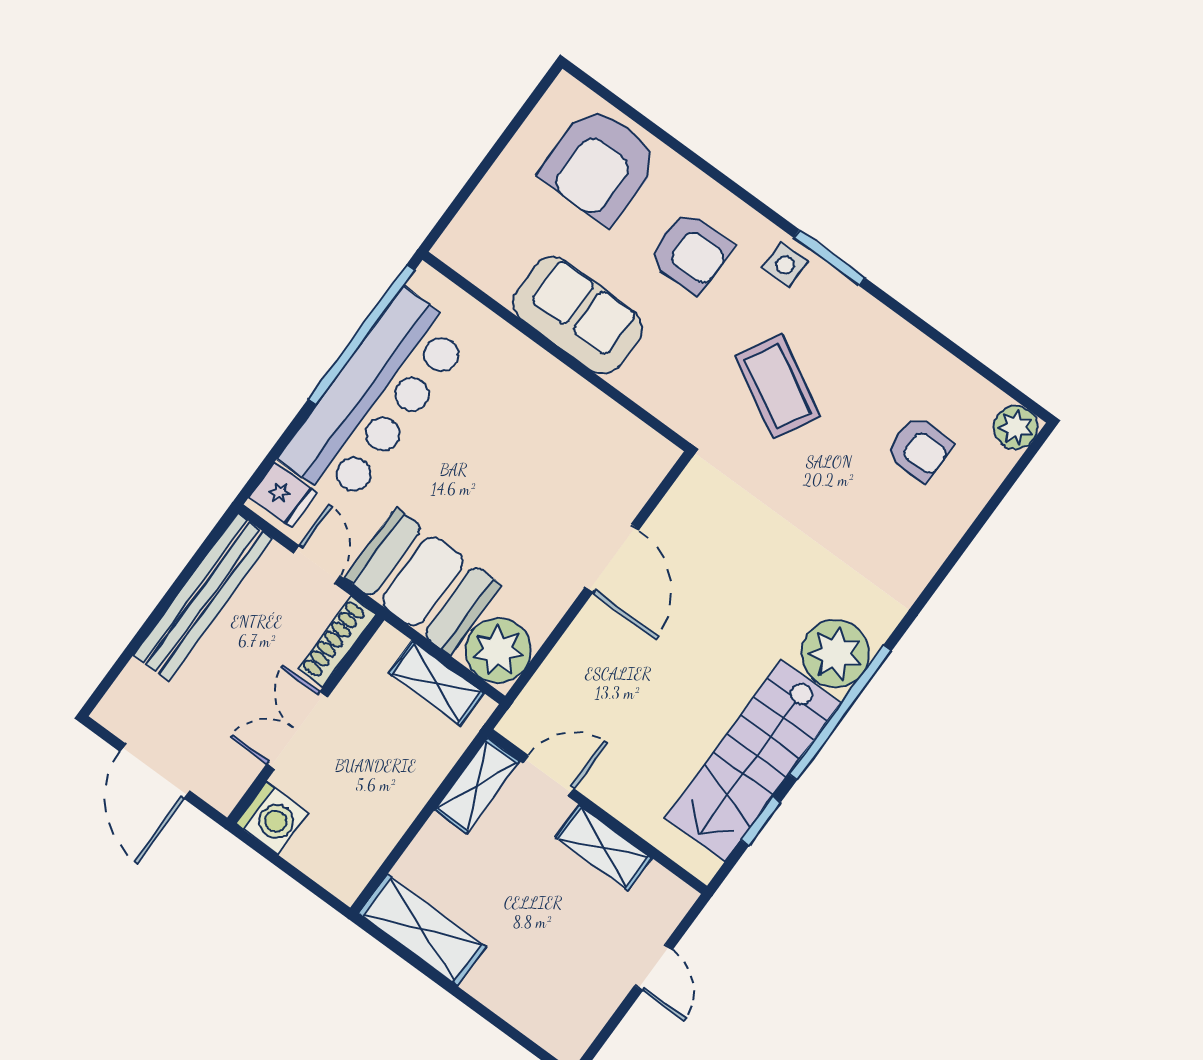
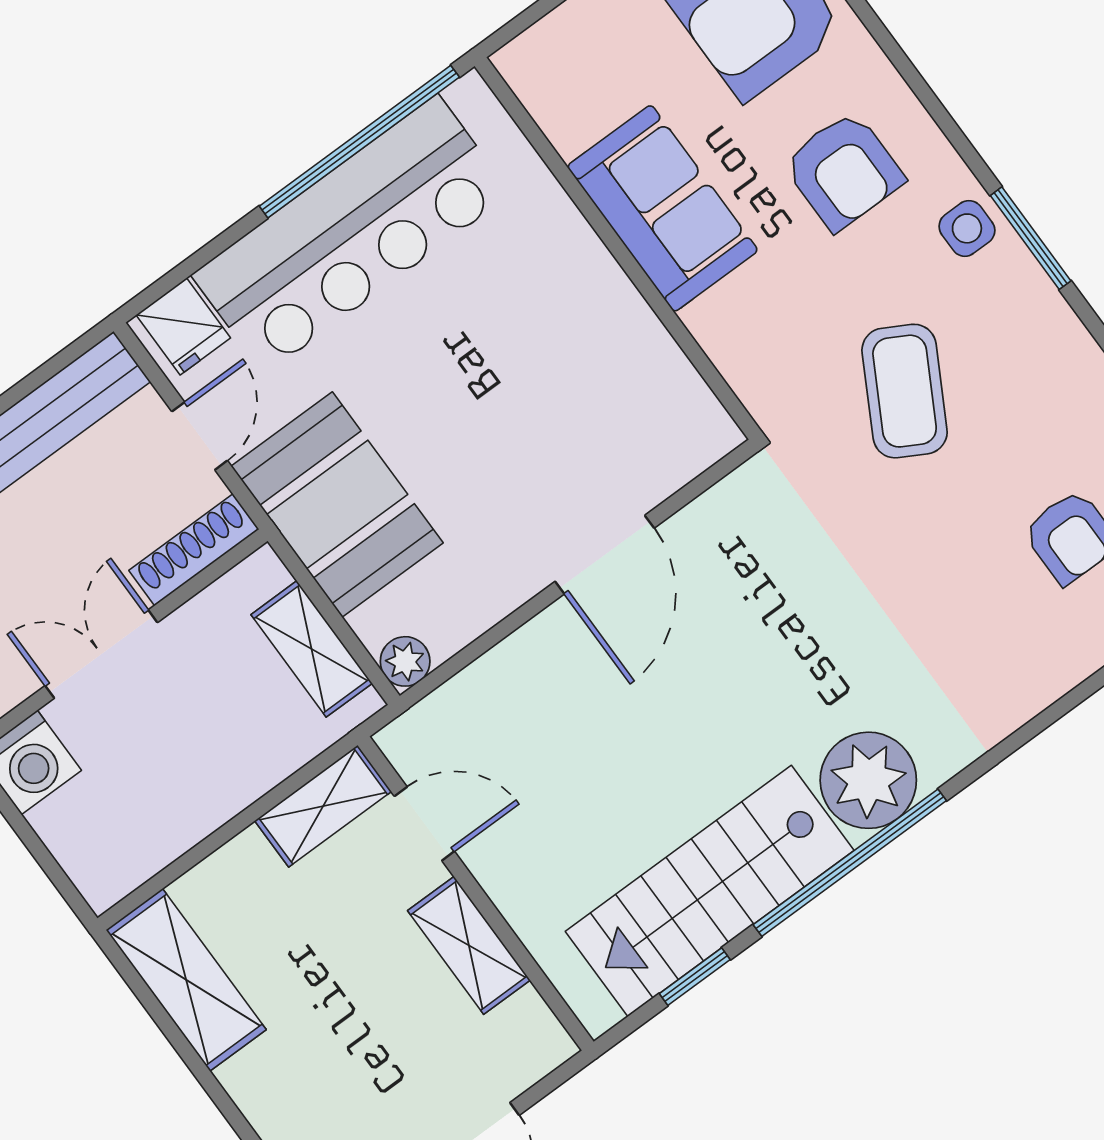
plant: (498, 651) -> (405, 661), width x0.53, depth x0.53

